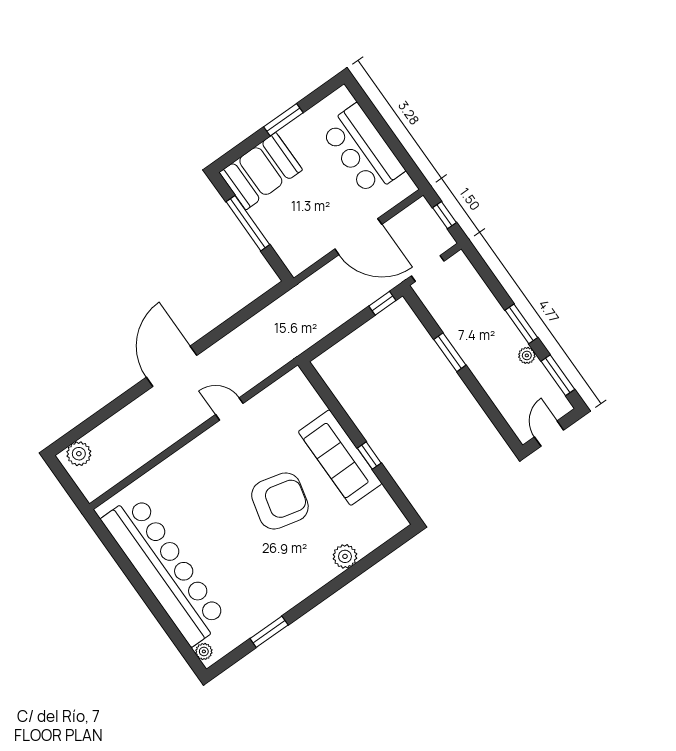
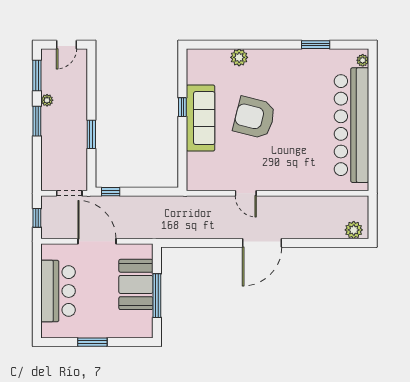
booth: (261, 171) -> (136, 284), moved, turned 90

